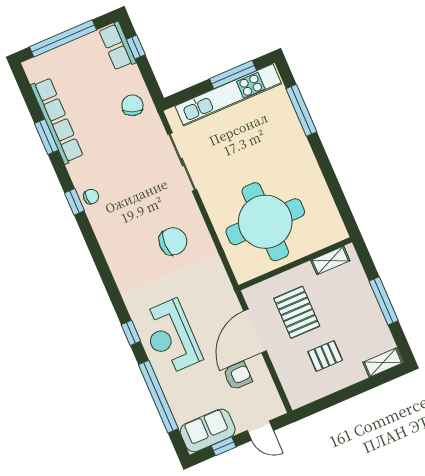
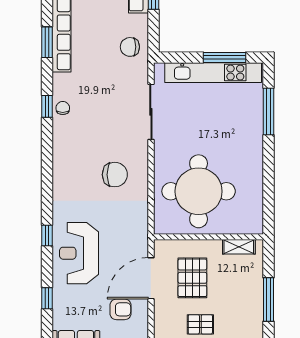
chair: (132, 105) -> (130, 47), turned -111
chair: (91, 197) -> (63, 108), turned -90
window: (158, 397) -> (47, 298), width x0.32

